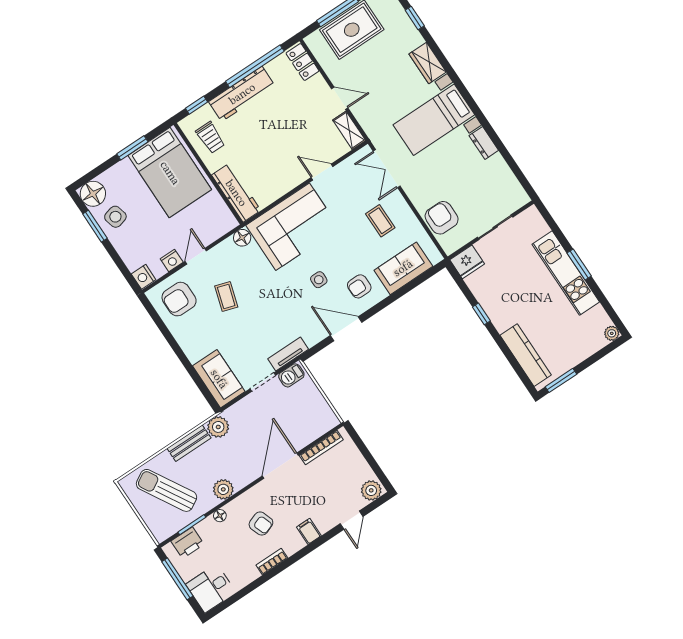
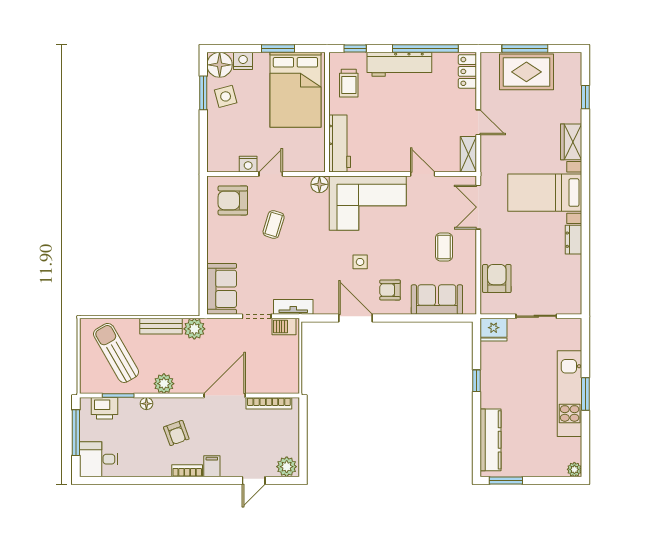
nightstand: (144, 277) -> (243, 61), moved, turned 90
bookcase: (272, 562) -> (187, 471), moved

